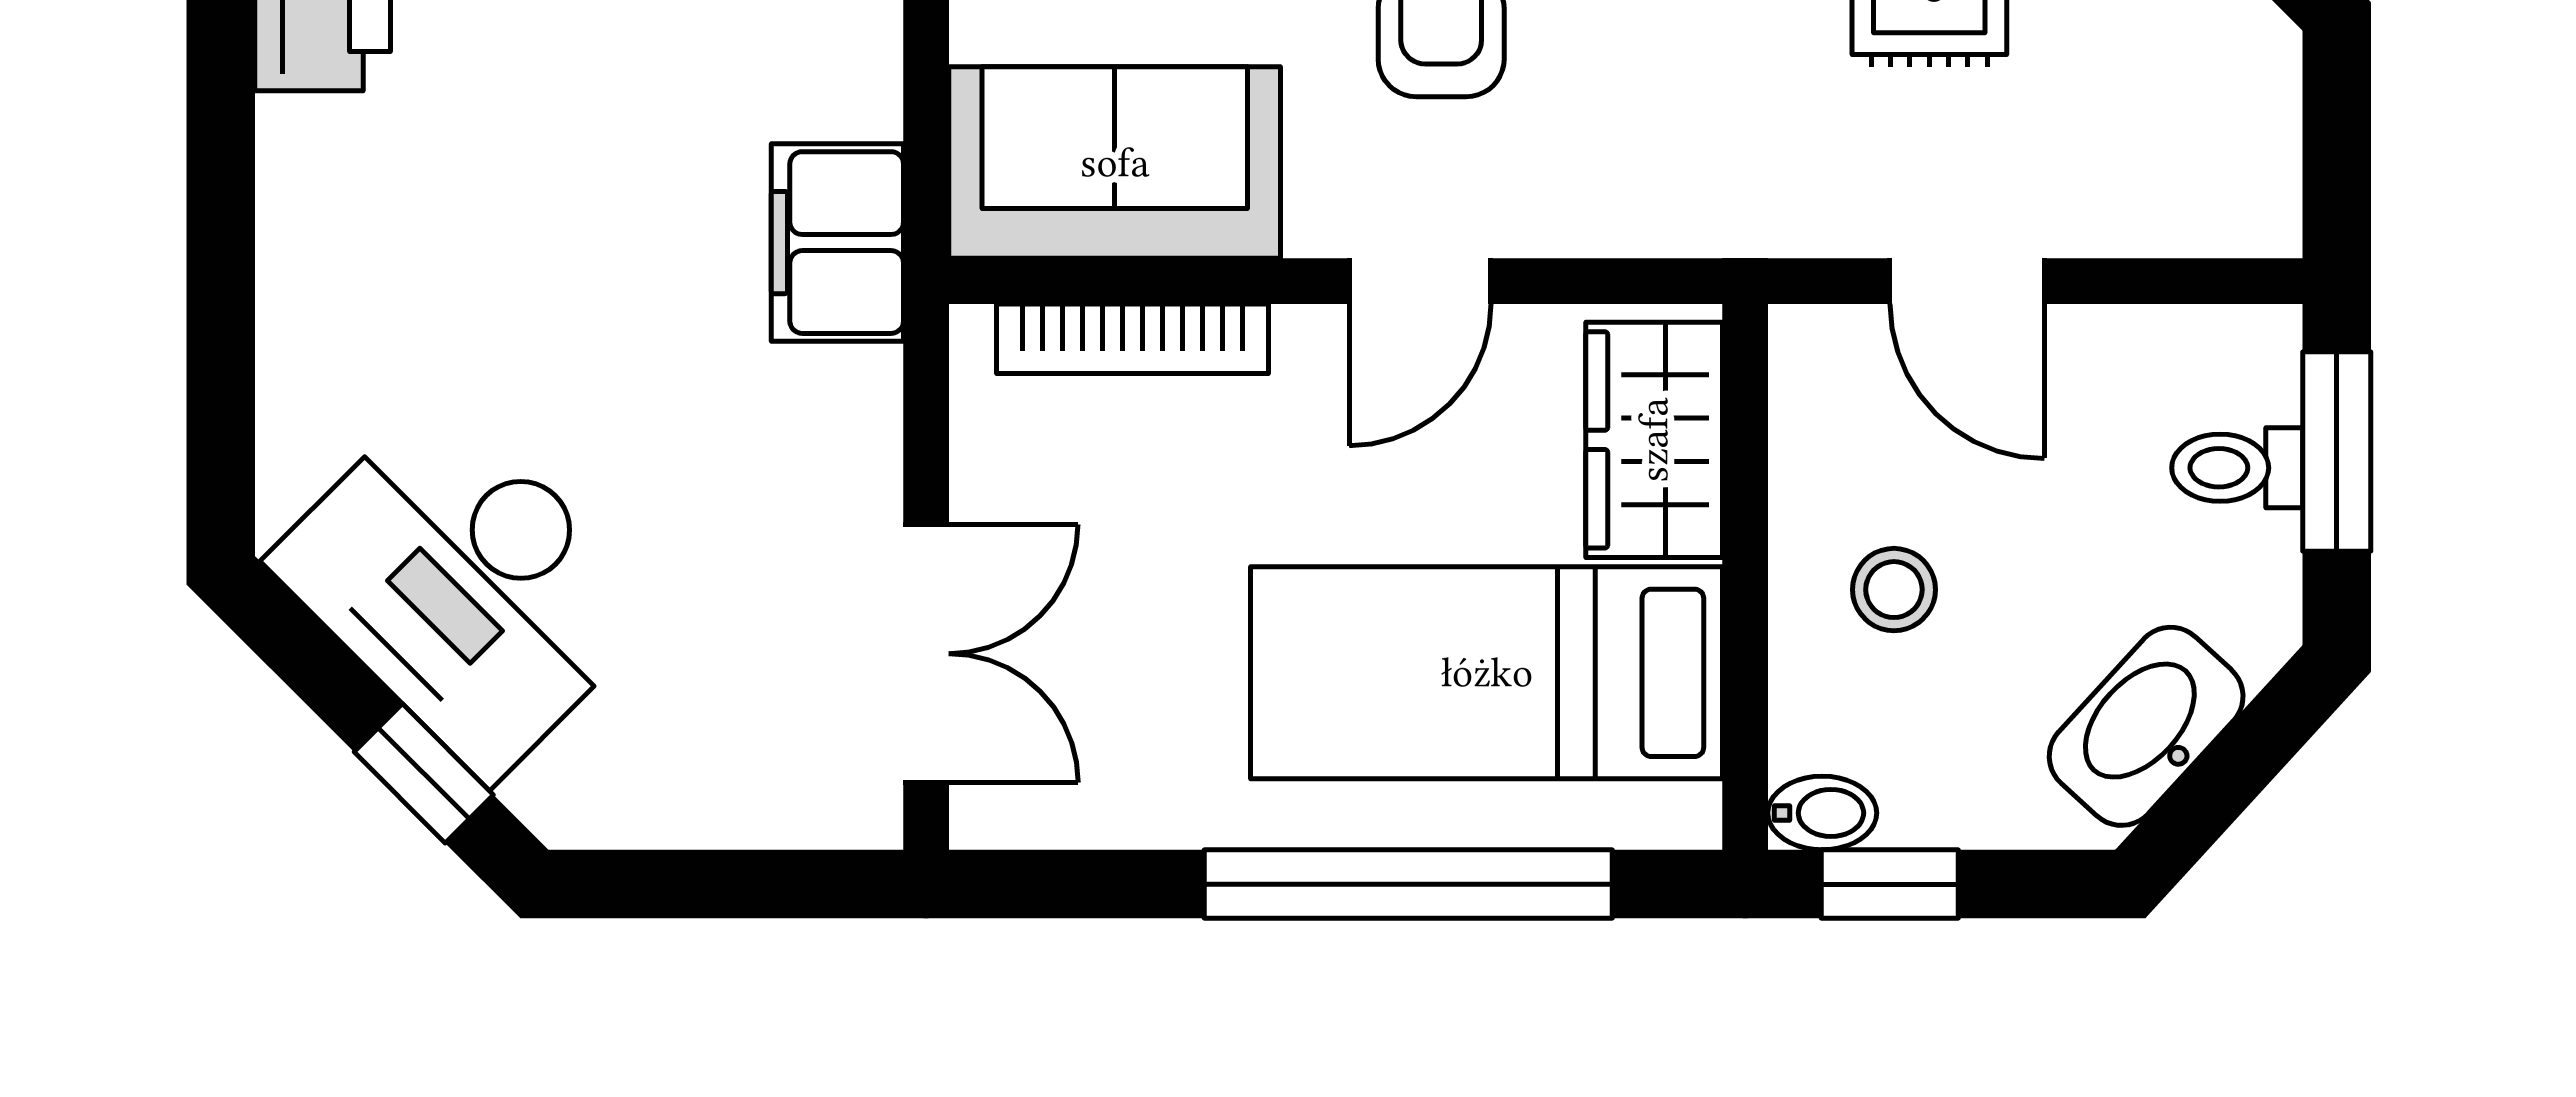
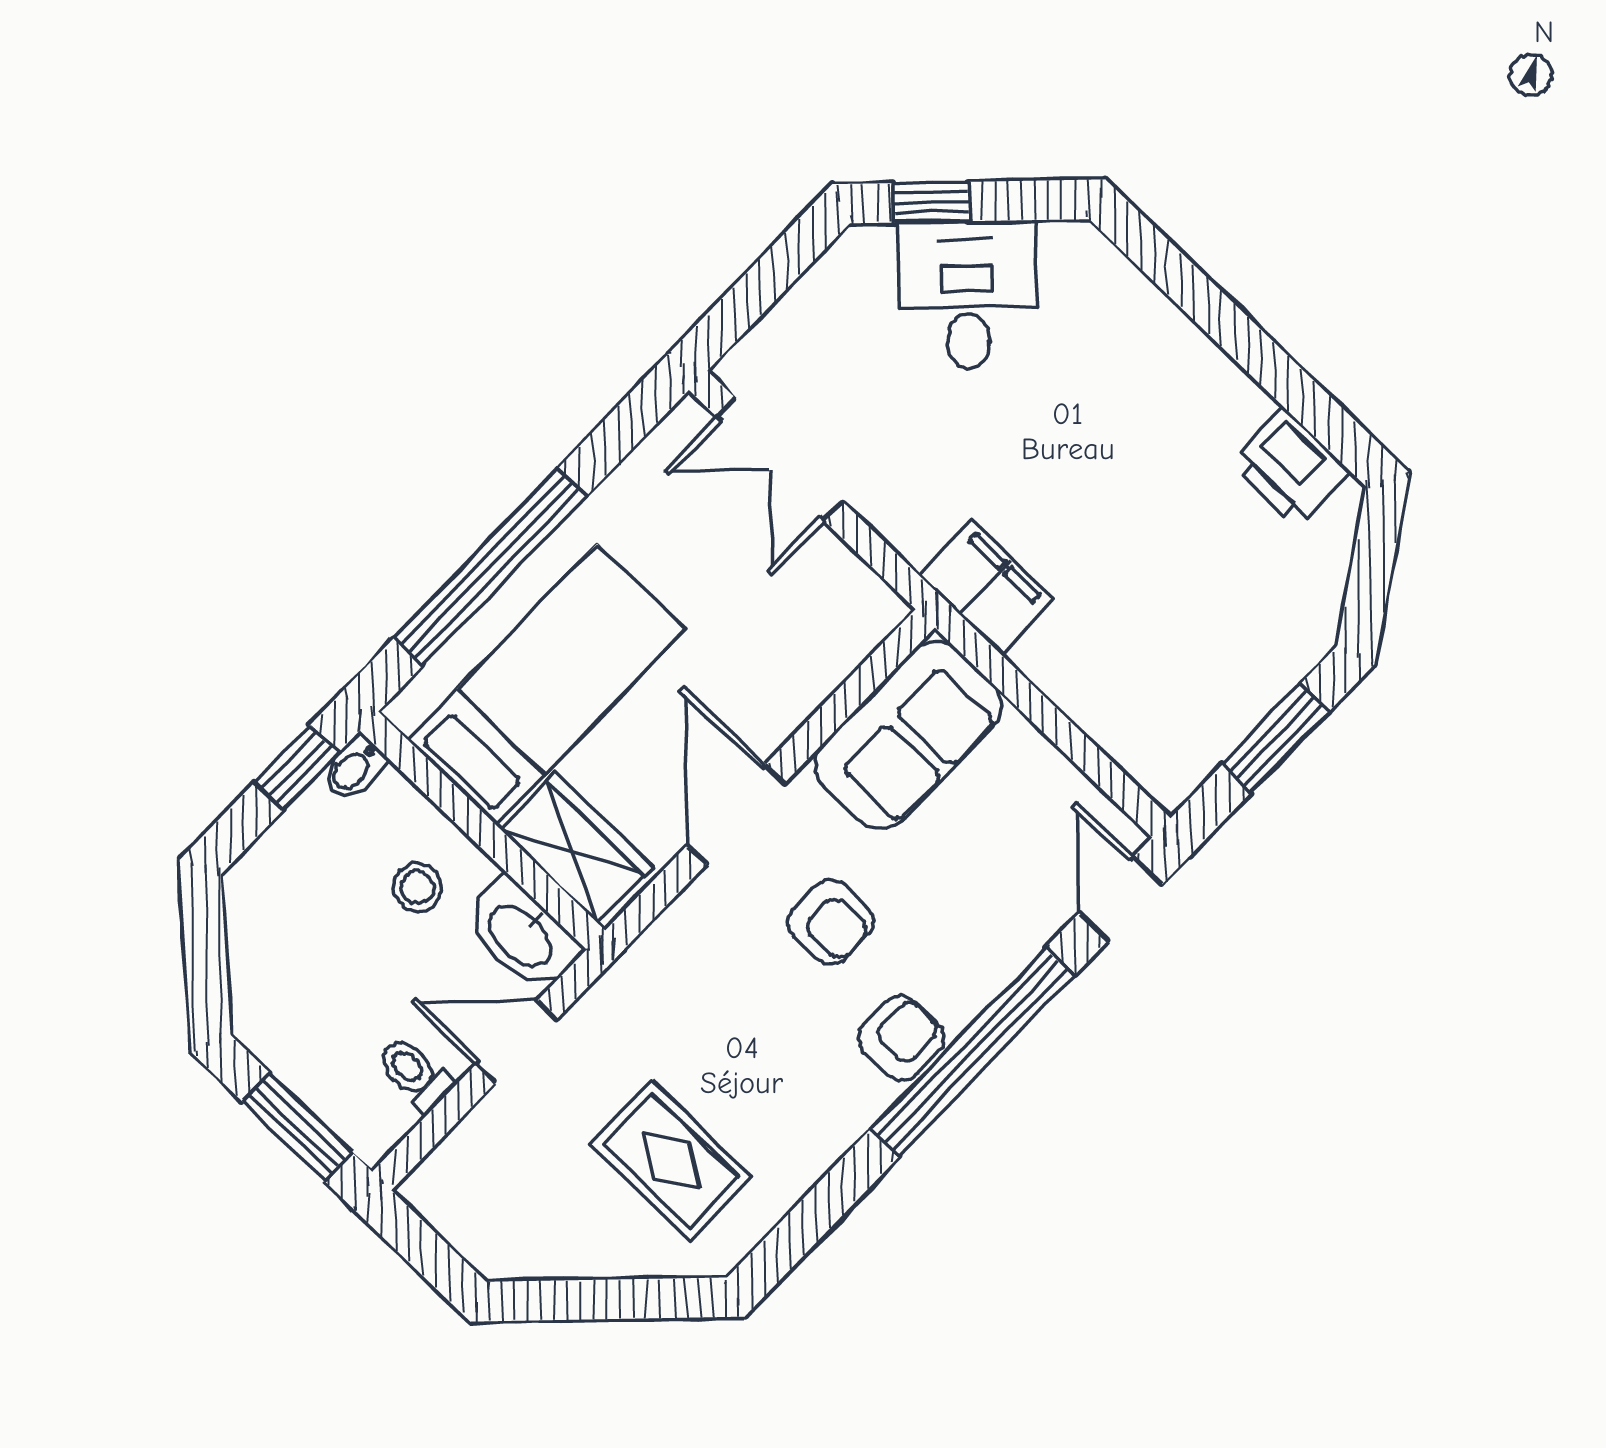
door: (1420, 281) -> (736, 814), width x1.38
bookcase: (1132, 339) -> (828, 671), removed
toilet: (2237, 468) -> (415, 1074), moved, turned -90
desk: (465, 586) -> (967, 295), width x0.73
washbasin: (2146, 726) -> (521, 935), moved, turned 138

